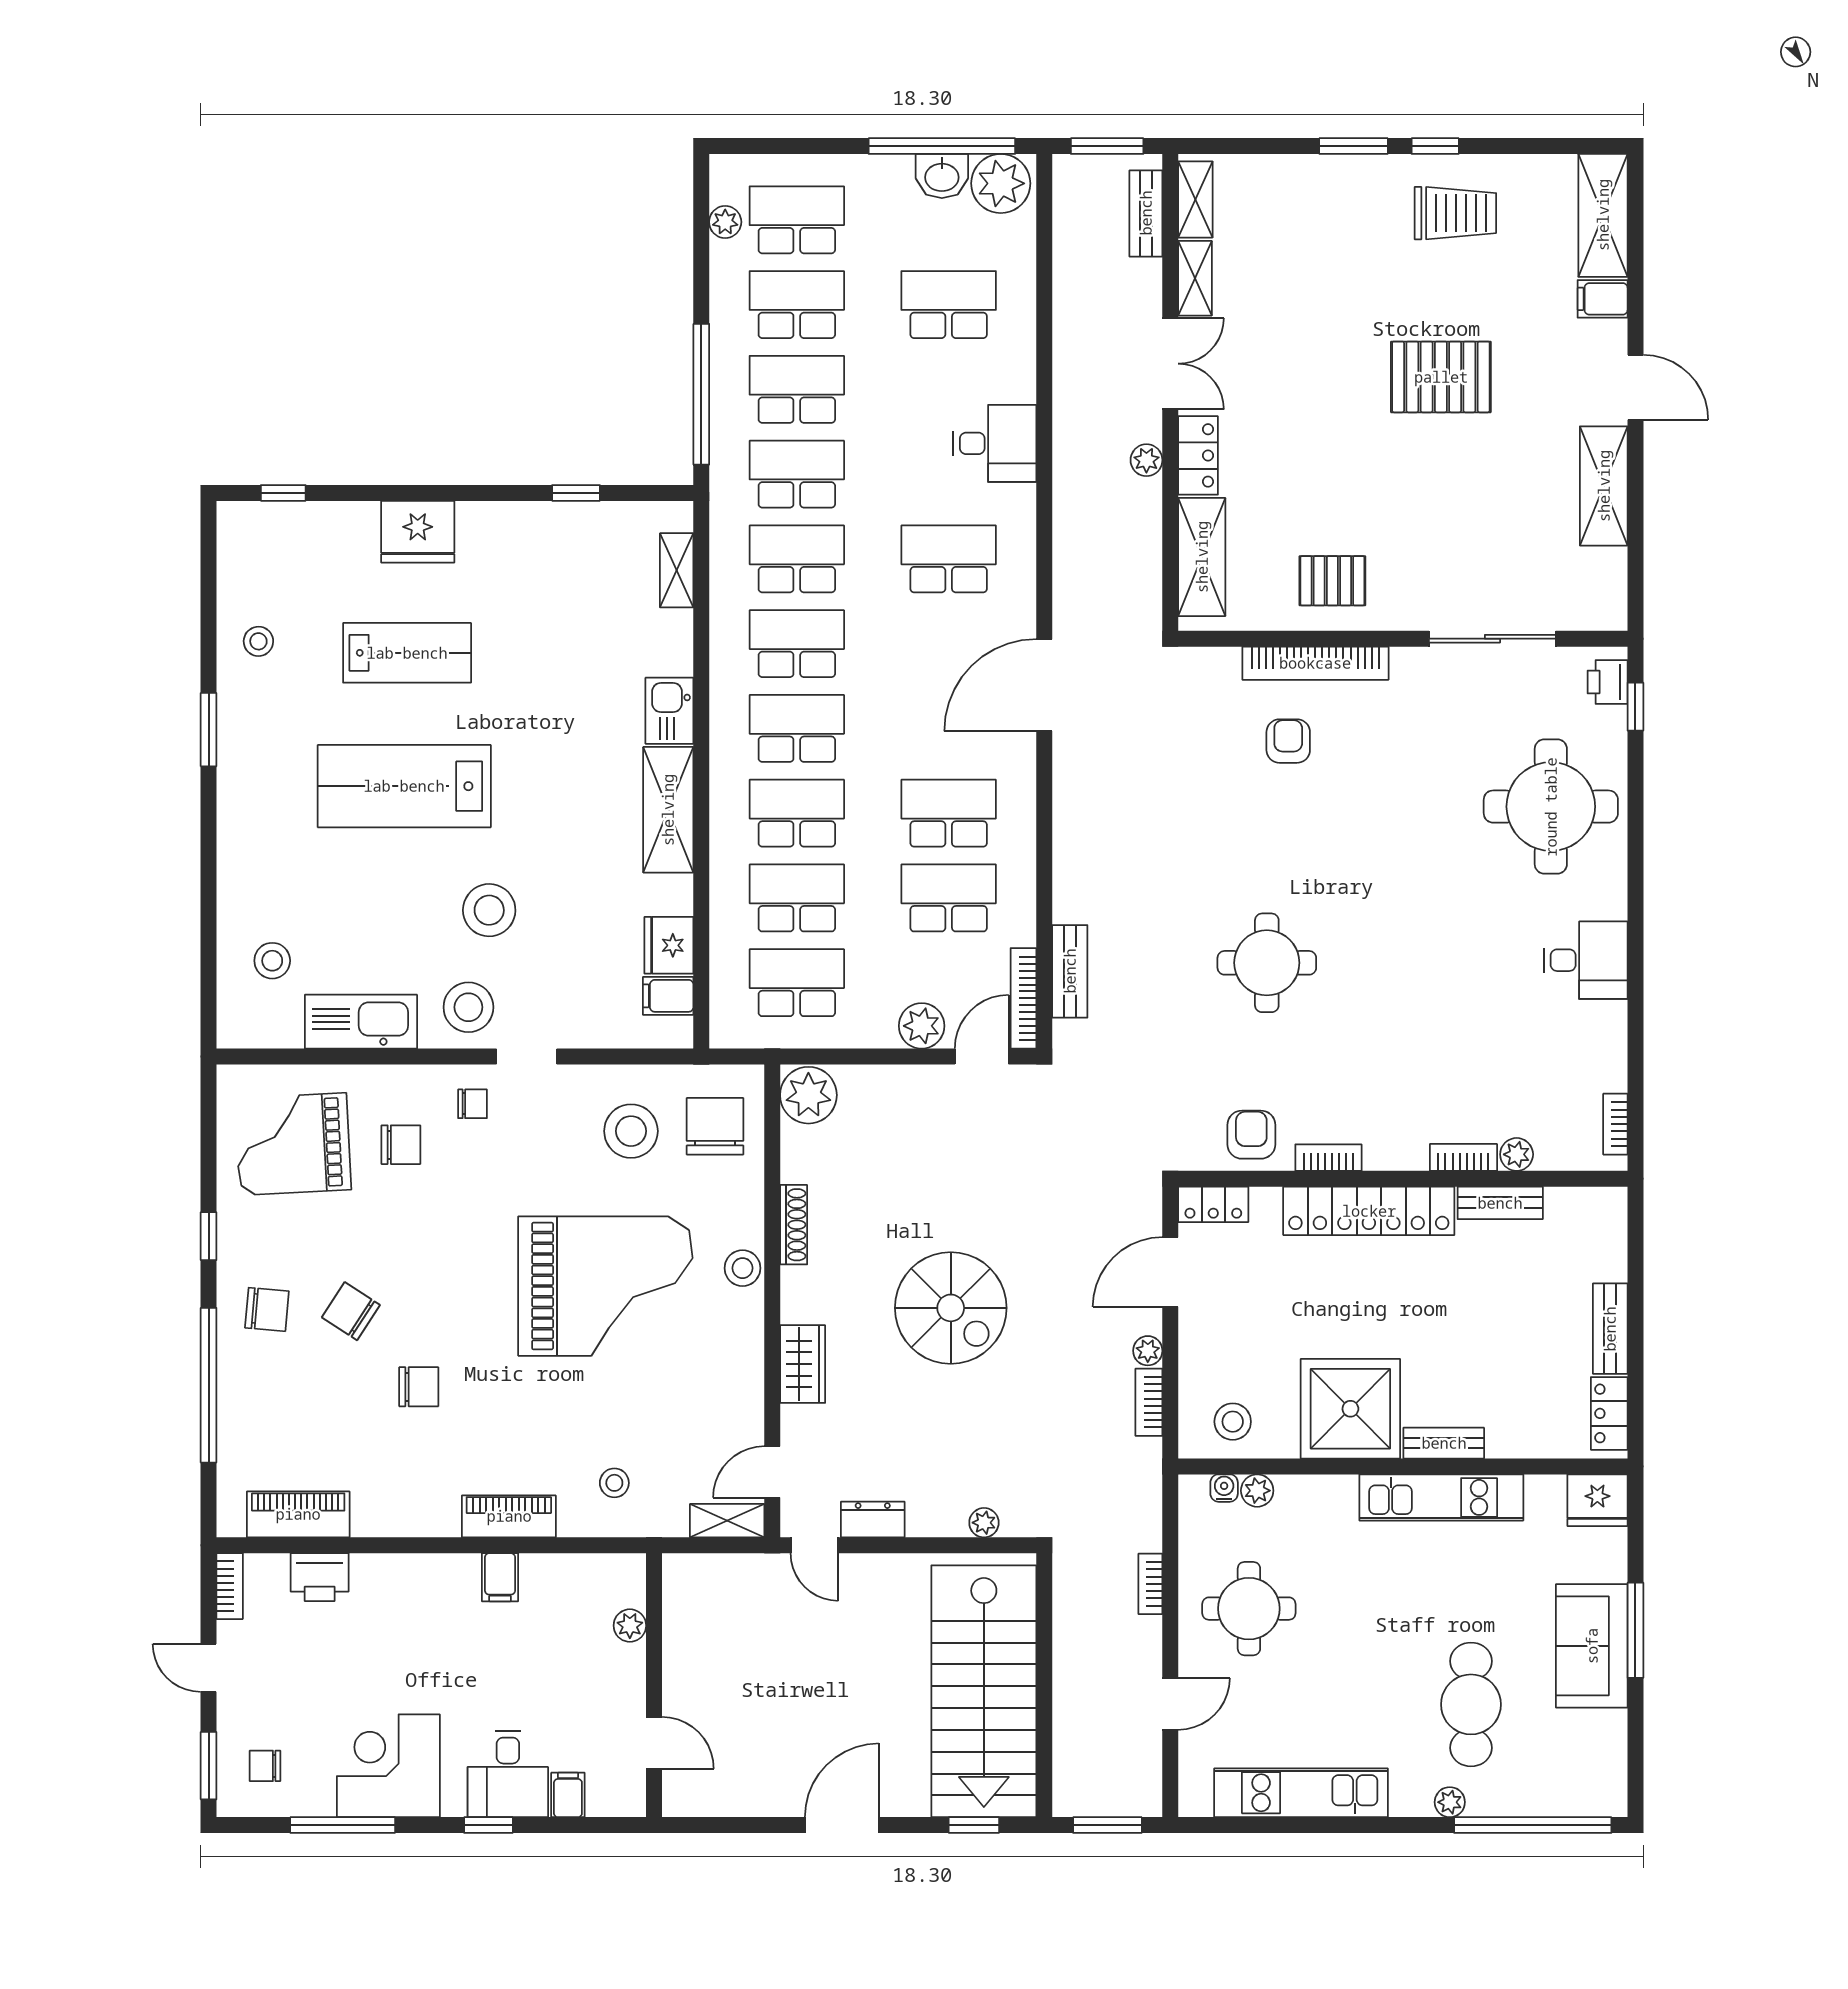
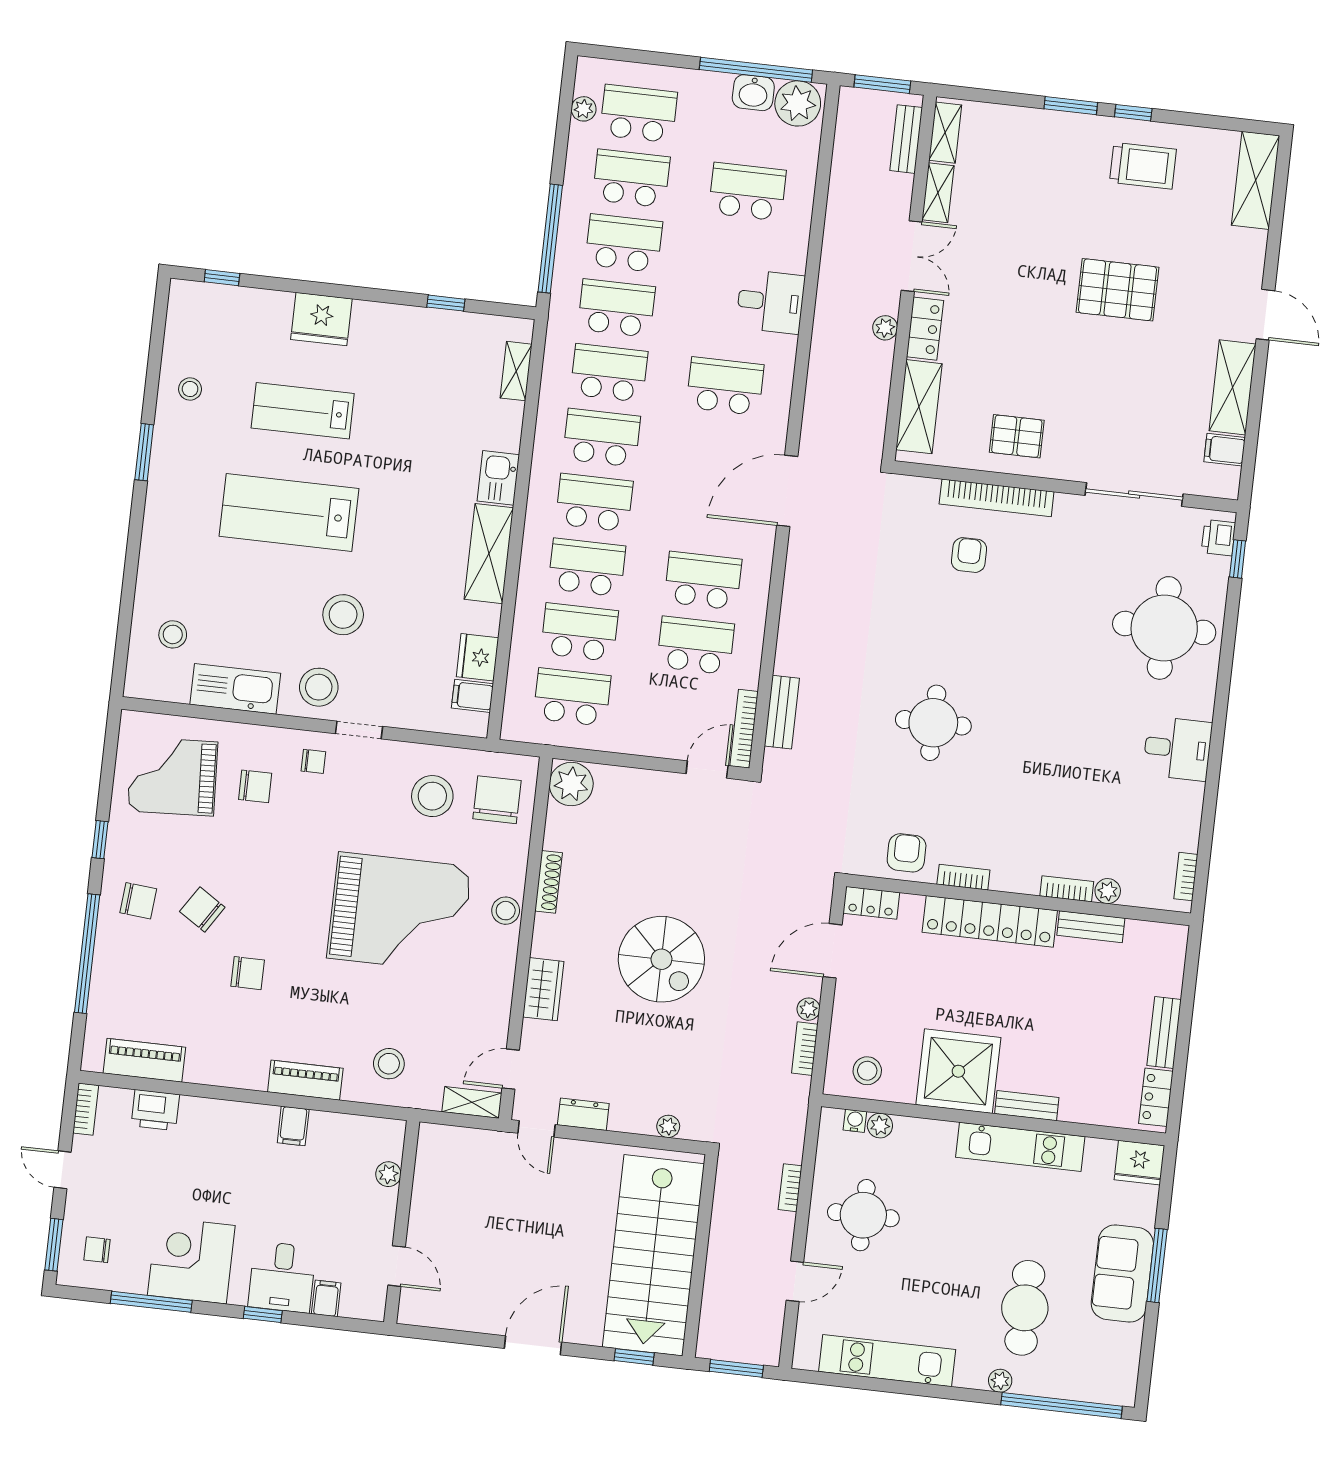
filing cabinet: (1603, 299) -> (1225, 450), moved
lab bench: (407, 653) -> (303, 411), turned 180
plant: (922, 1026) -> (664, 741), removed
stool: (614, 1483) -> (389, 1064), width x1.37, depth x1.37

